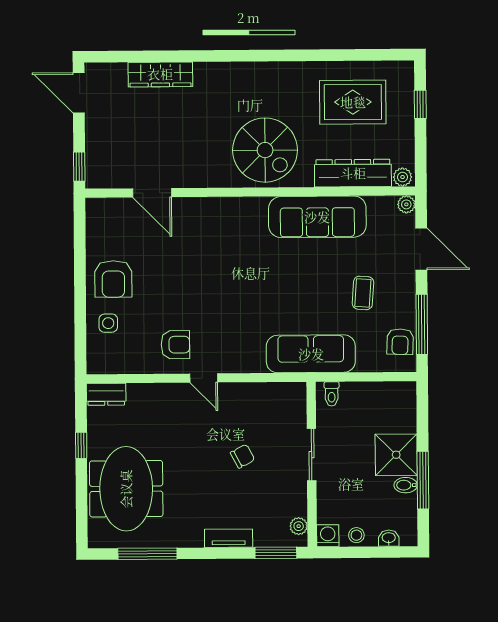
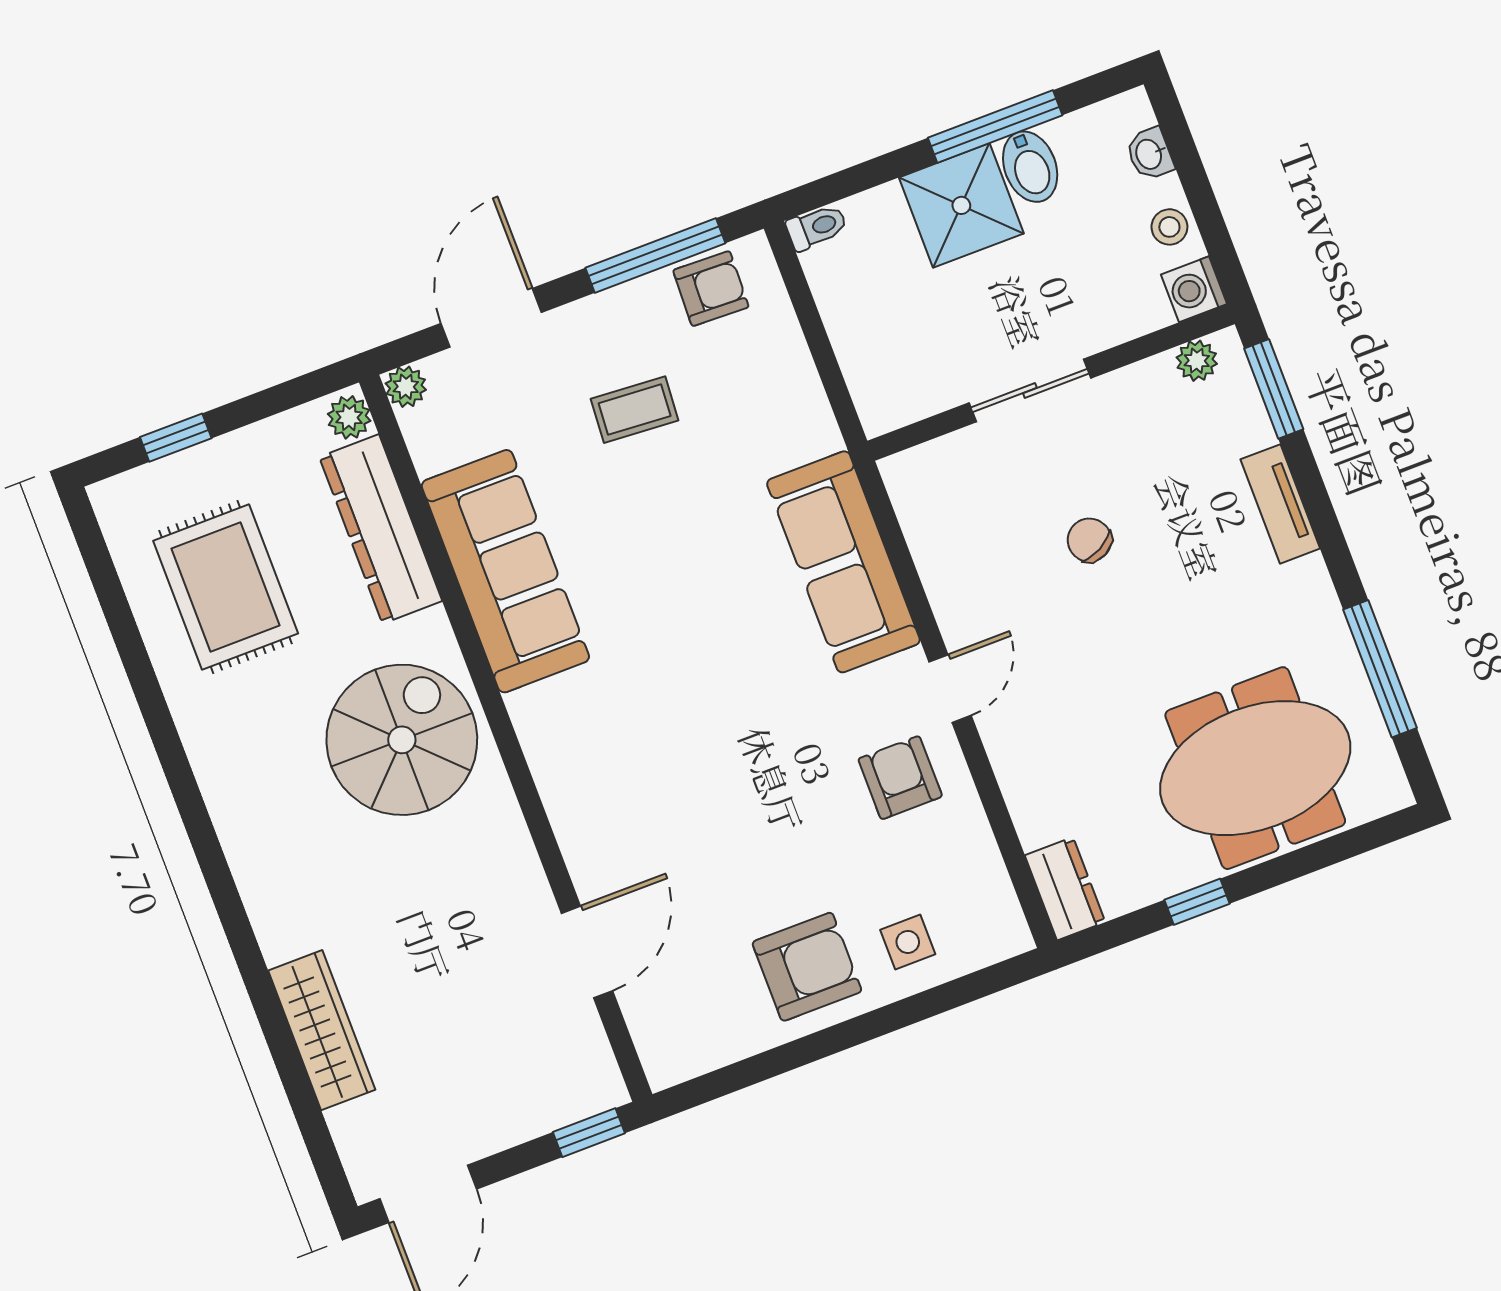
sofa: (311, 354) -> (843, 562), moved
toilet: (332, 394) -> (817, 227), moved
bidet: (406, 485) -> (1030, 167), width x1.38, depth x1.36

